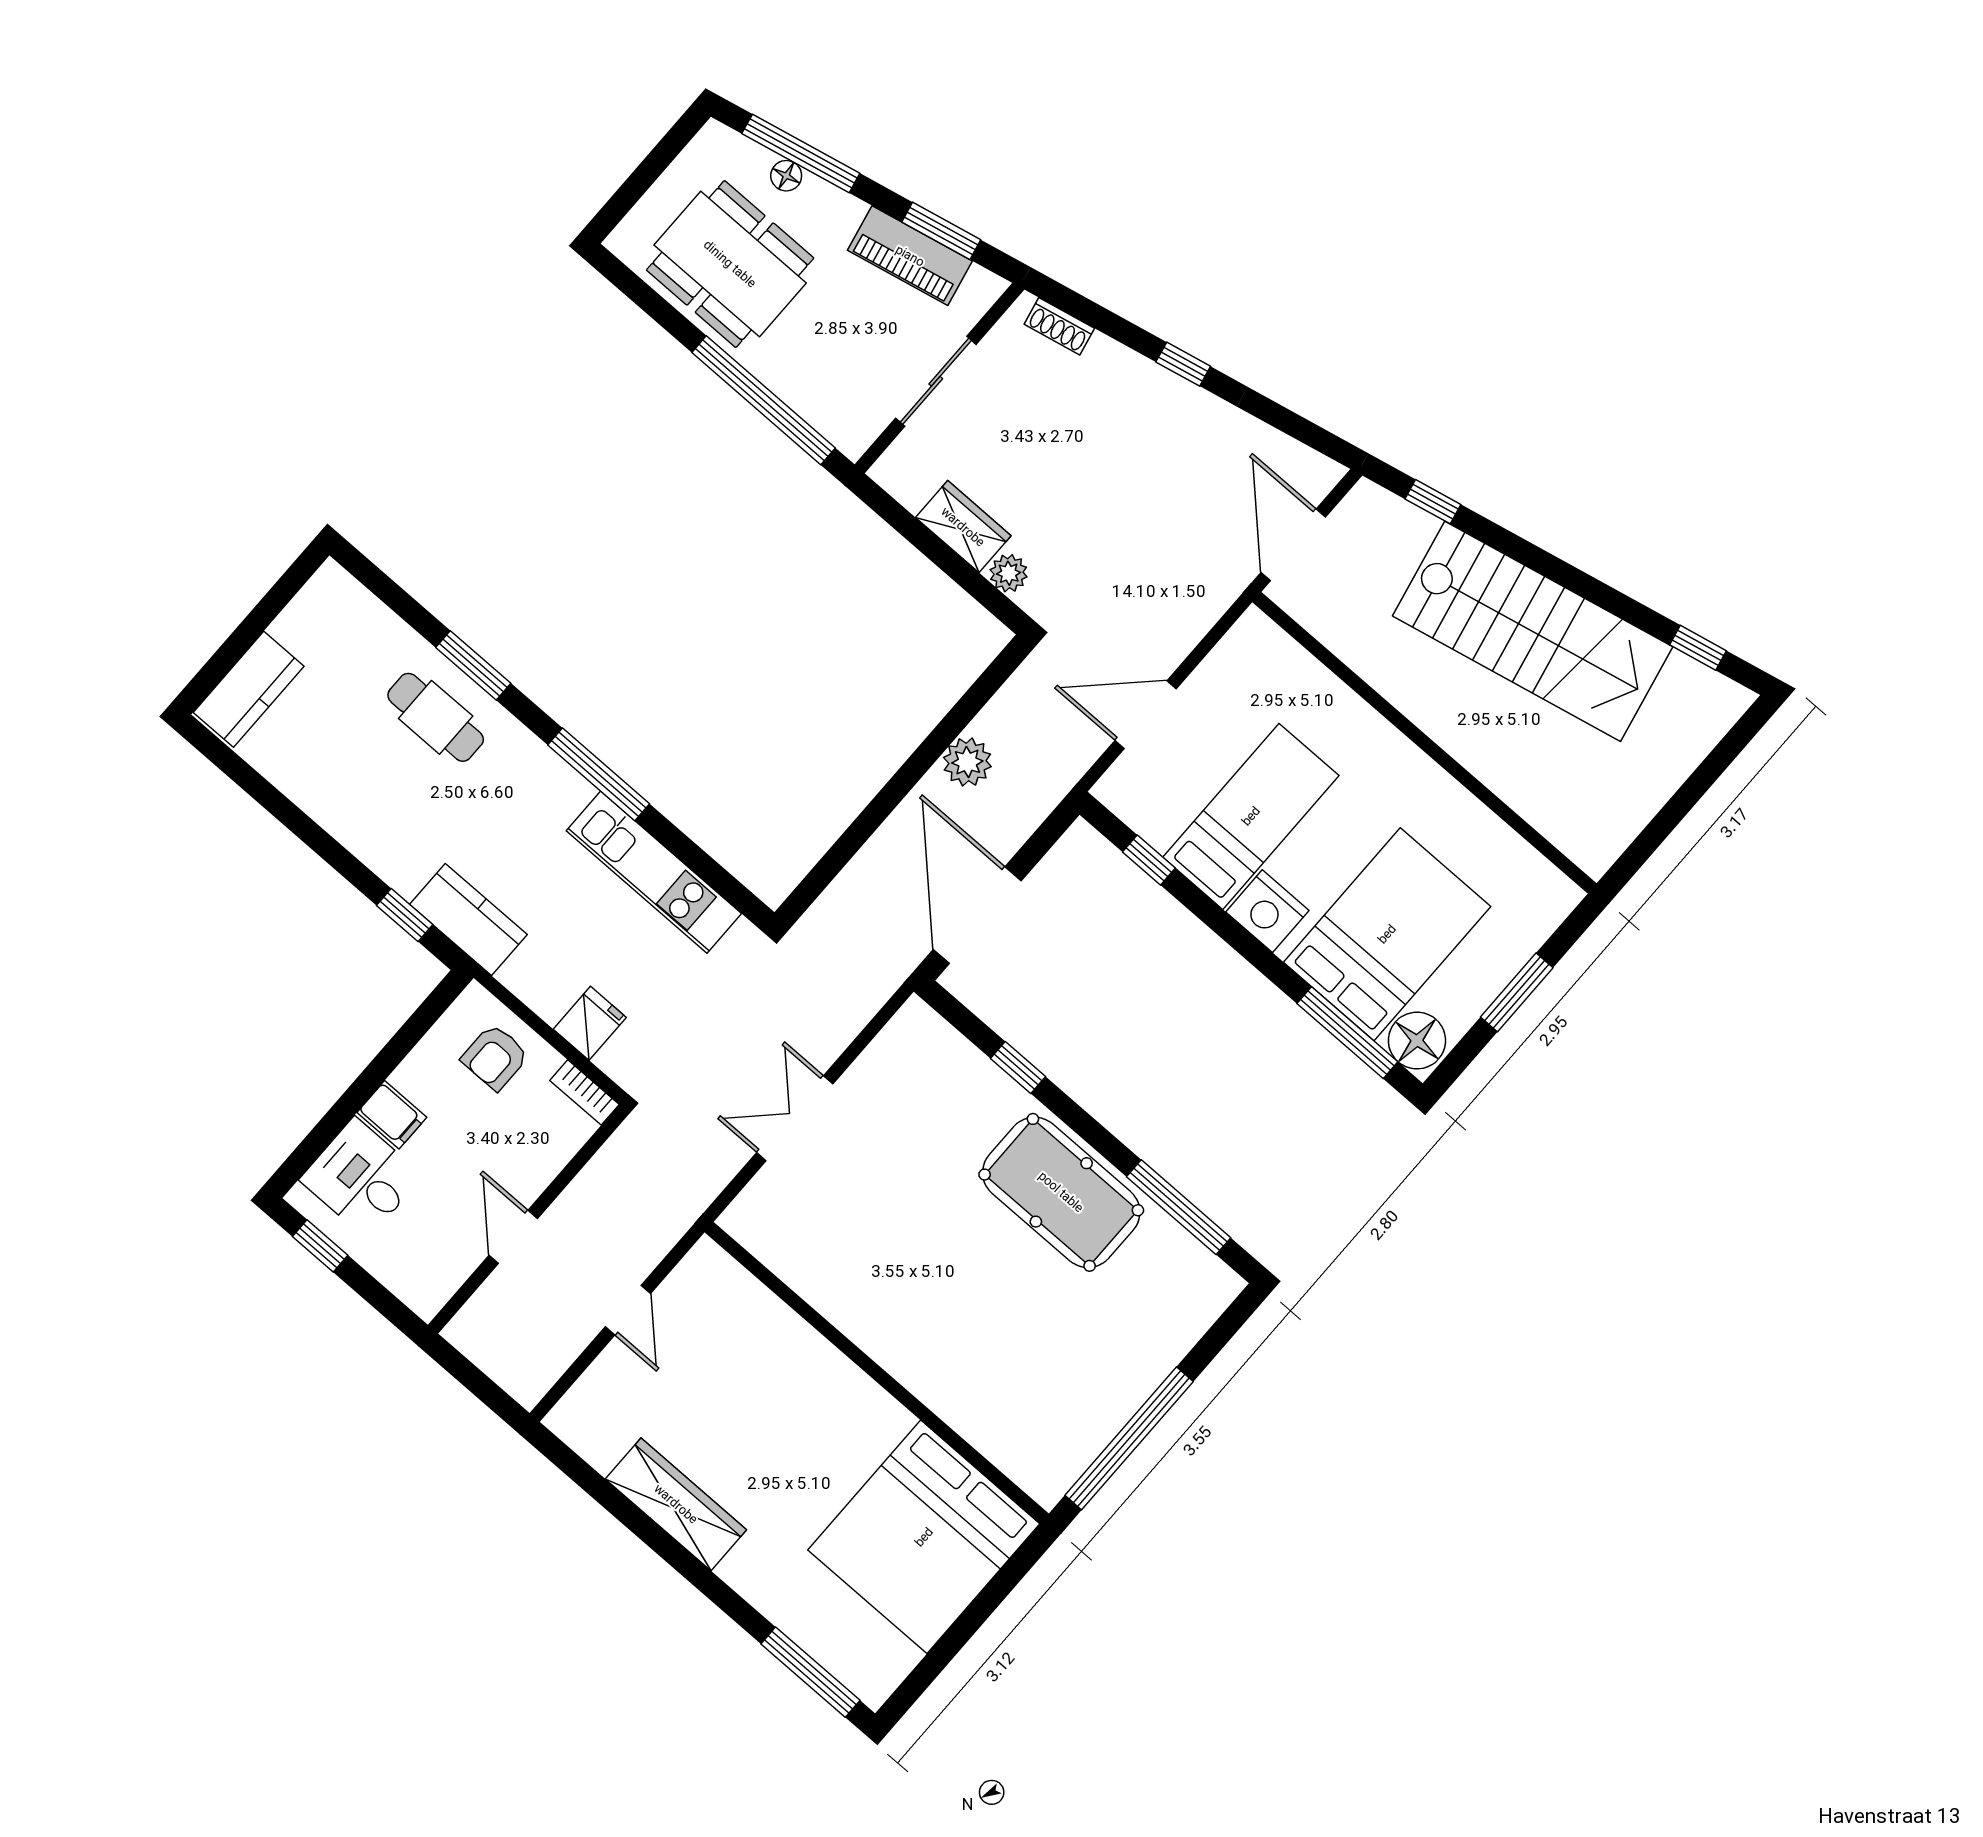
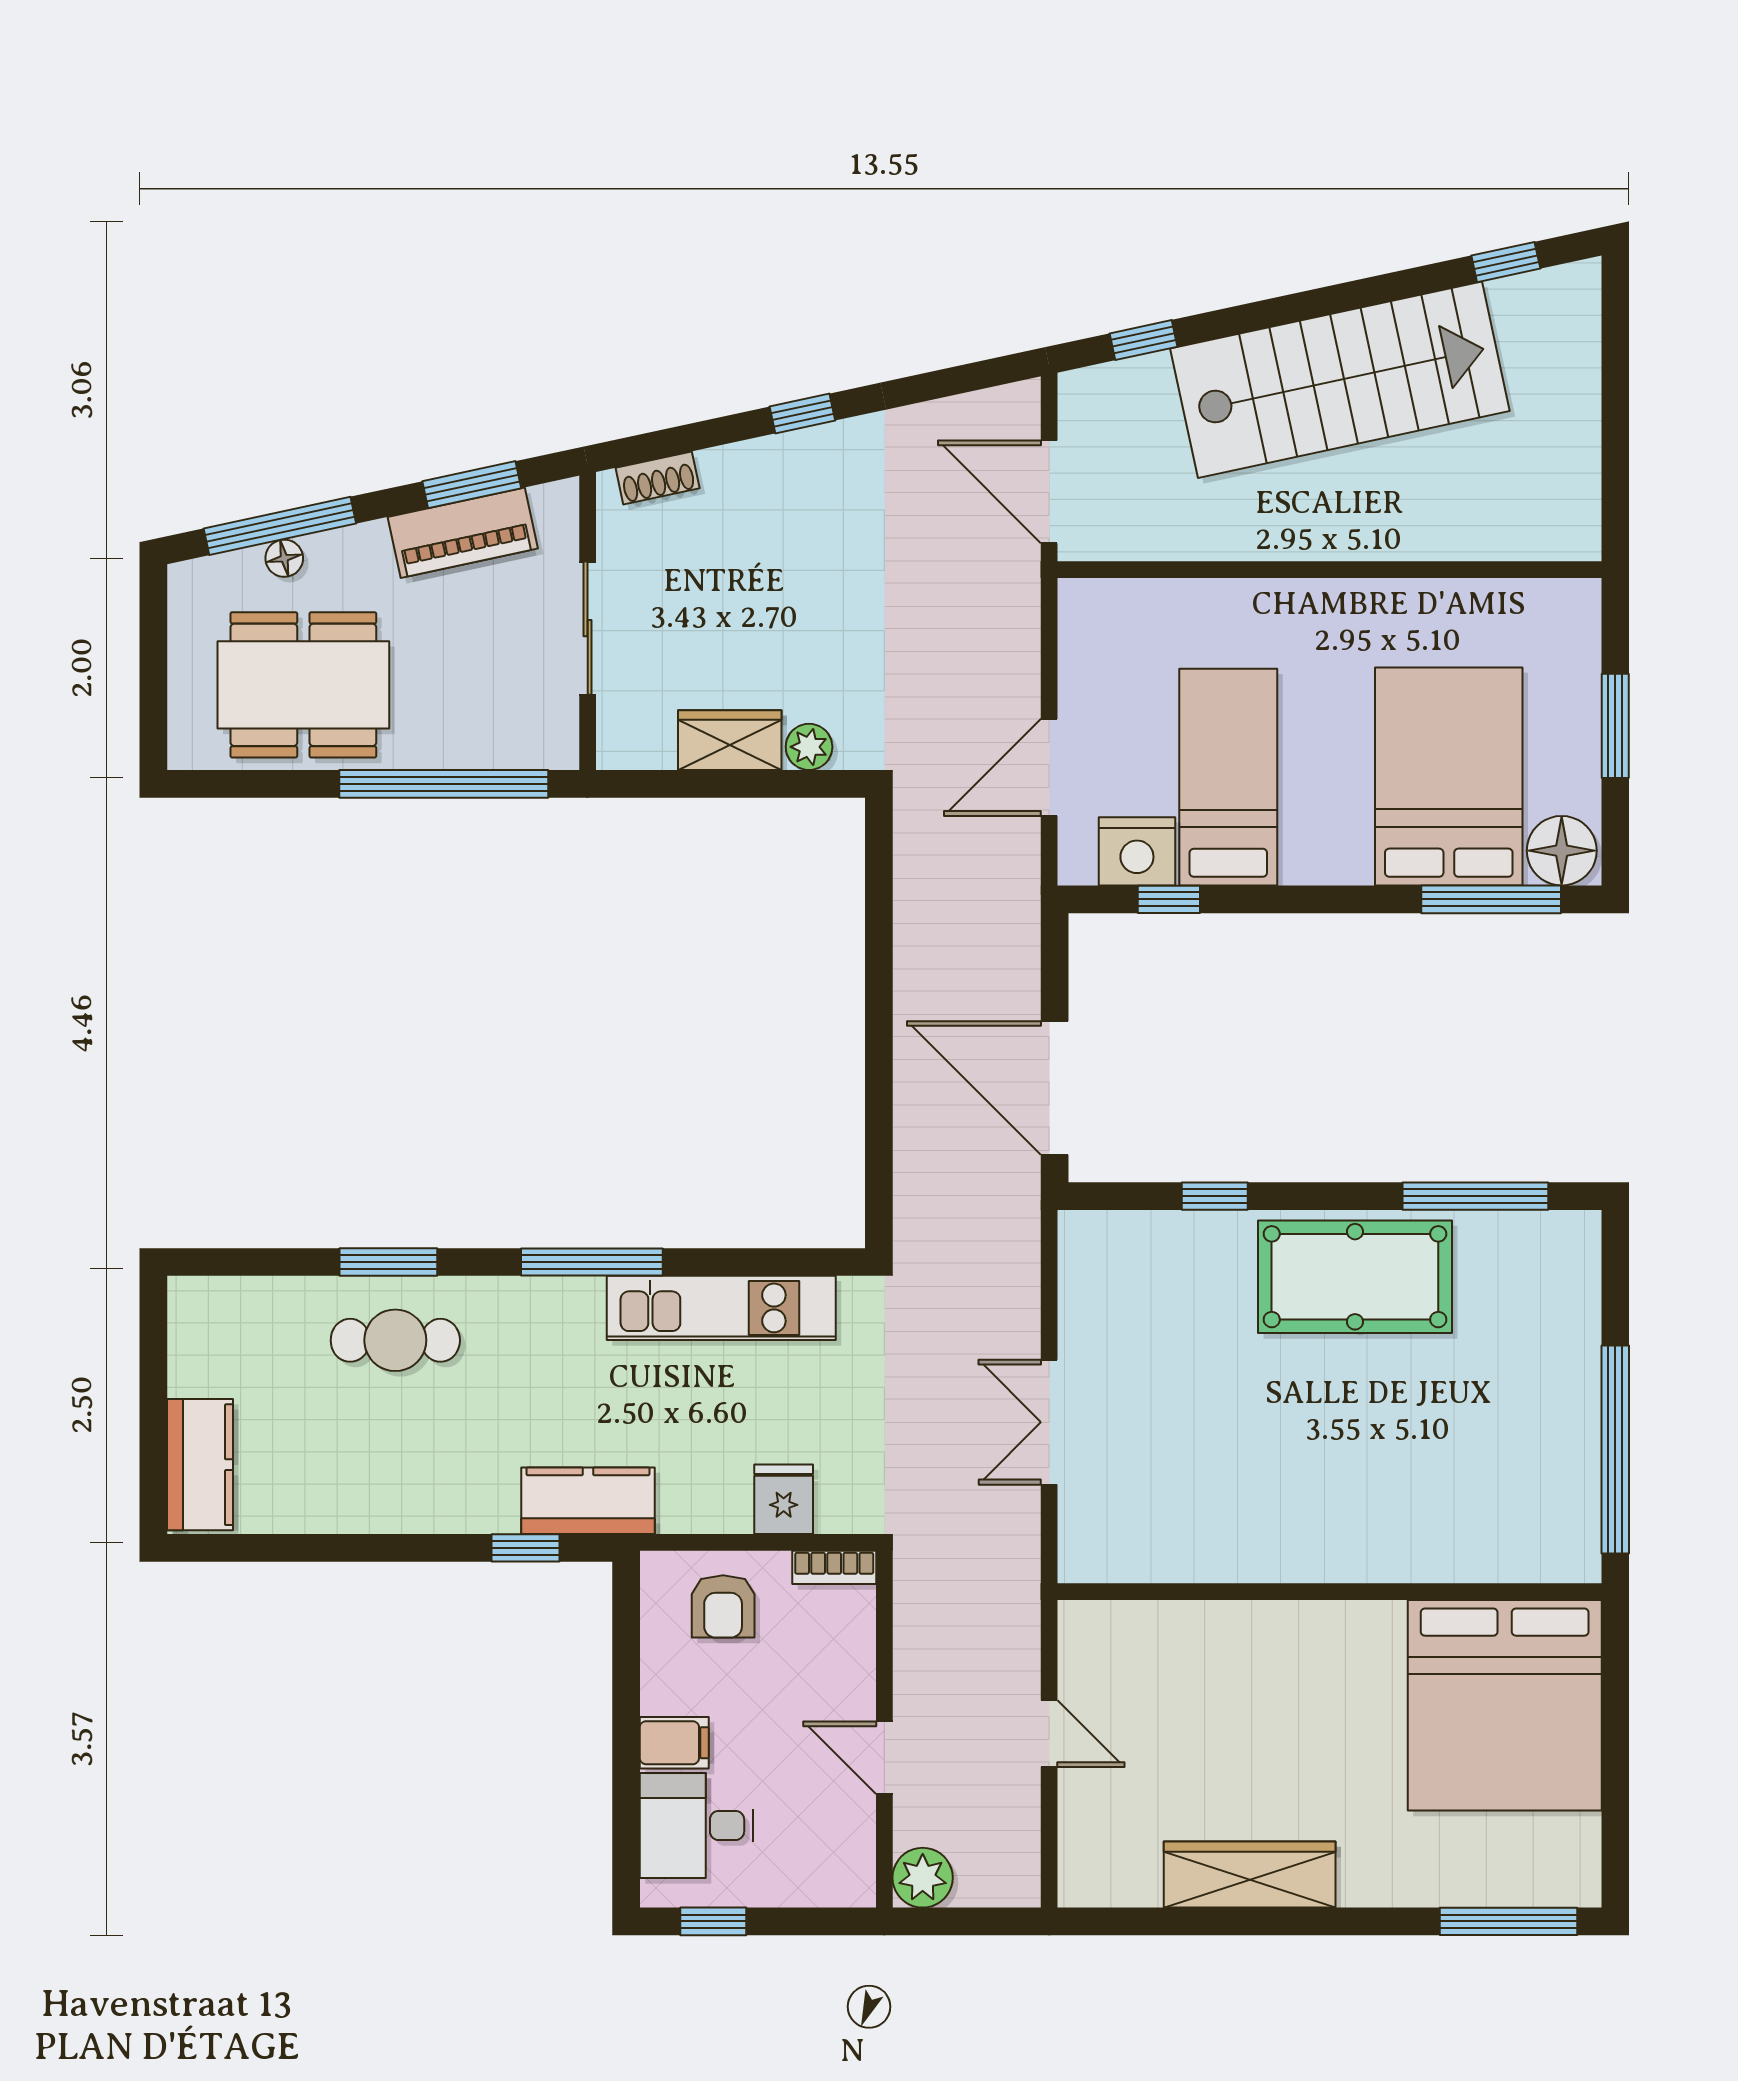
plant: (967, 762) -> (923, 1878), moved
nightstand: (1267, 911) -> (1137, 851), moved

